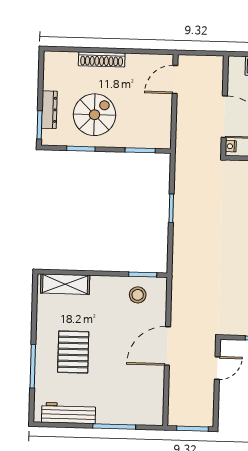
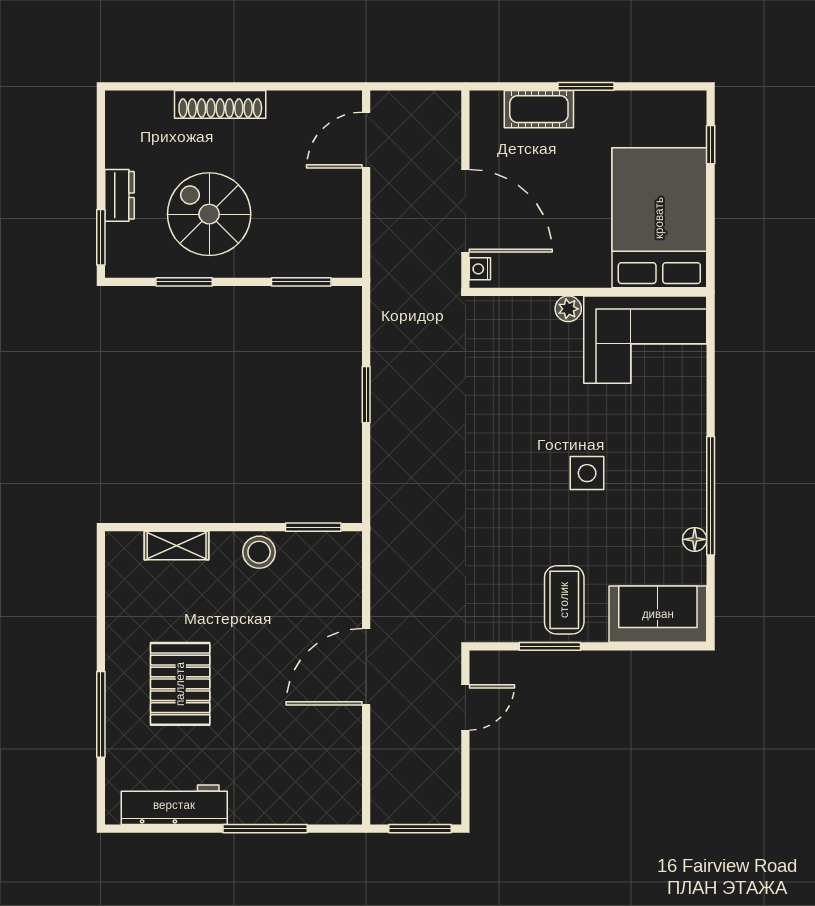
dresser: (49, 110) -> (120, 195), width x0.70
spiral stairs: (94, 115) -> (209, 214), turned -90
shelving: (65, 284) -> (177, 545), width x0.67, depth x0.75
stool: (138, 295) -> (259, 552), moved

